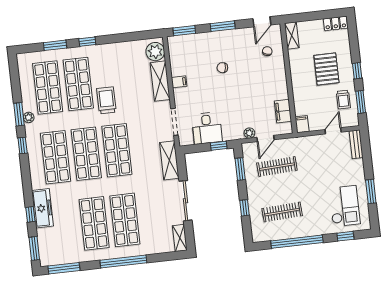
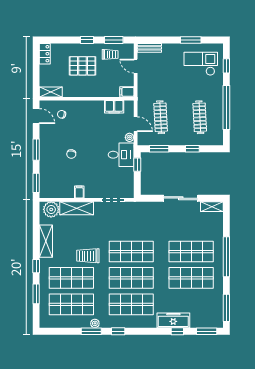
desk: (207, 128) -> (121, 155), moved
shelving: (169, 160) -> (46, 241), moved, turned 90

